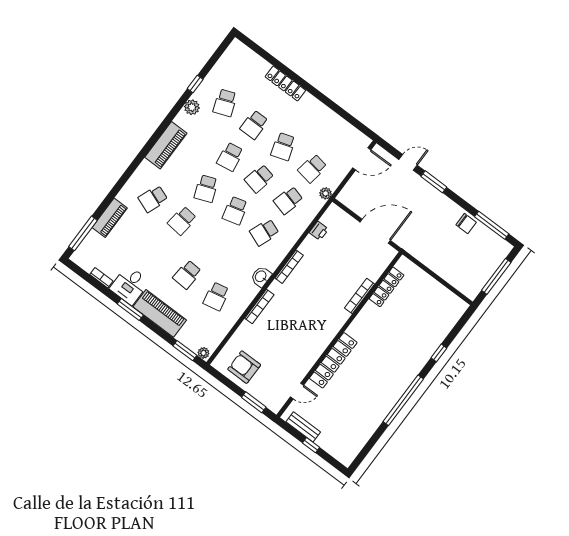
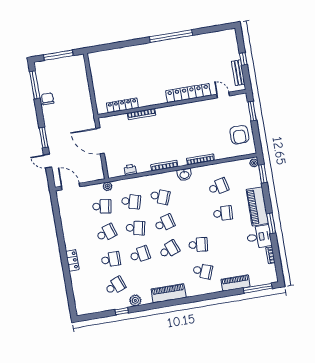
locker: (285, 83) -> (72, 260), width x0.66
window: (439, 353) -> (128, 43), removed

